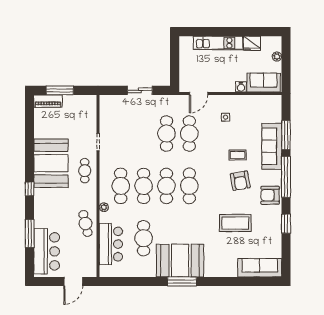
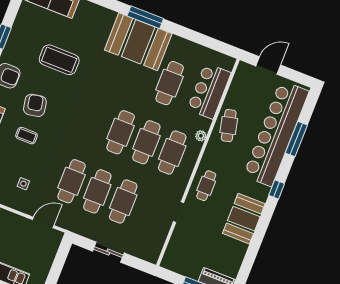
booth: (51, 163) -> (244, 219), width x0.73, depth x0.70
cafe table: (189, 186) -> (123, 202), moved
bar counter: (47, 251) -> (276, 133), width x1.86

